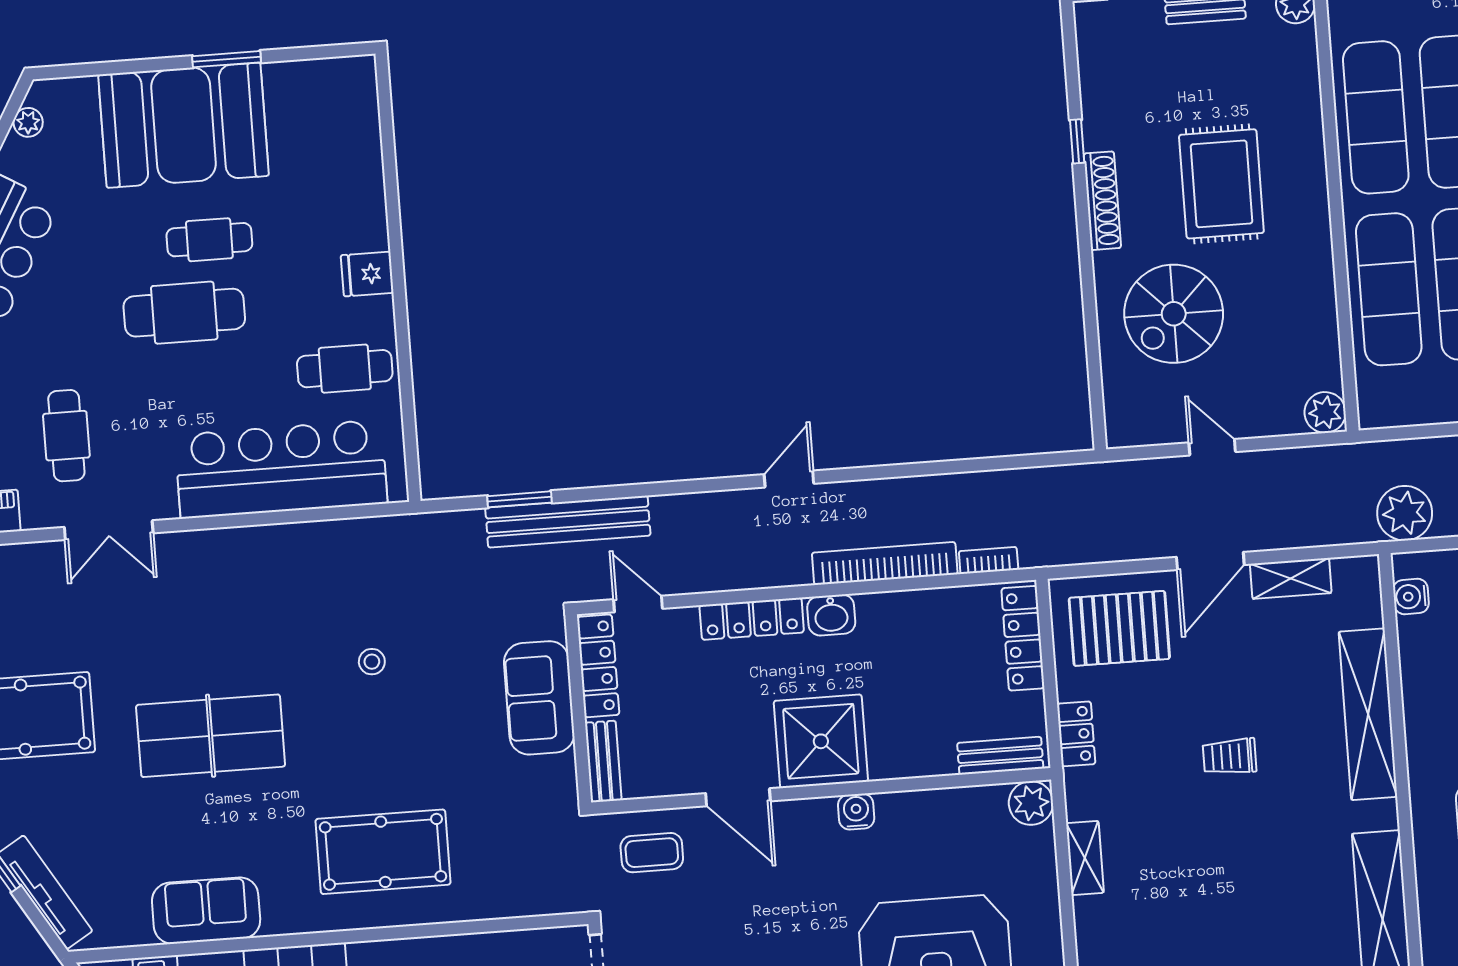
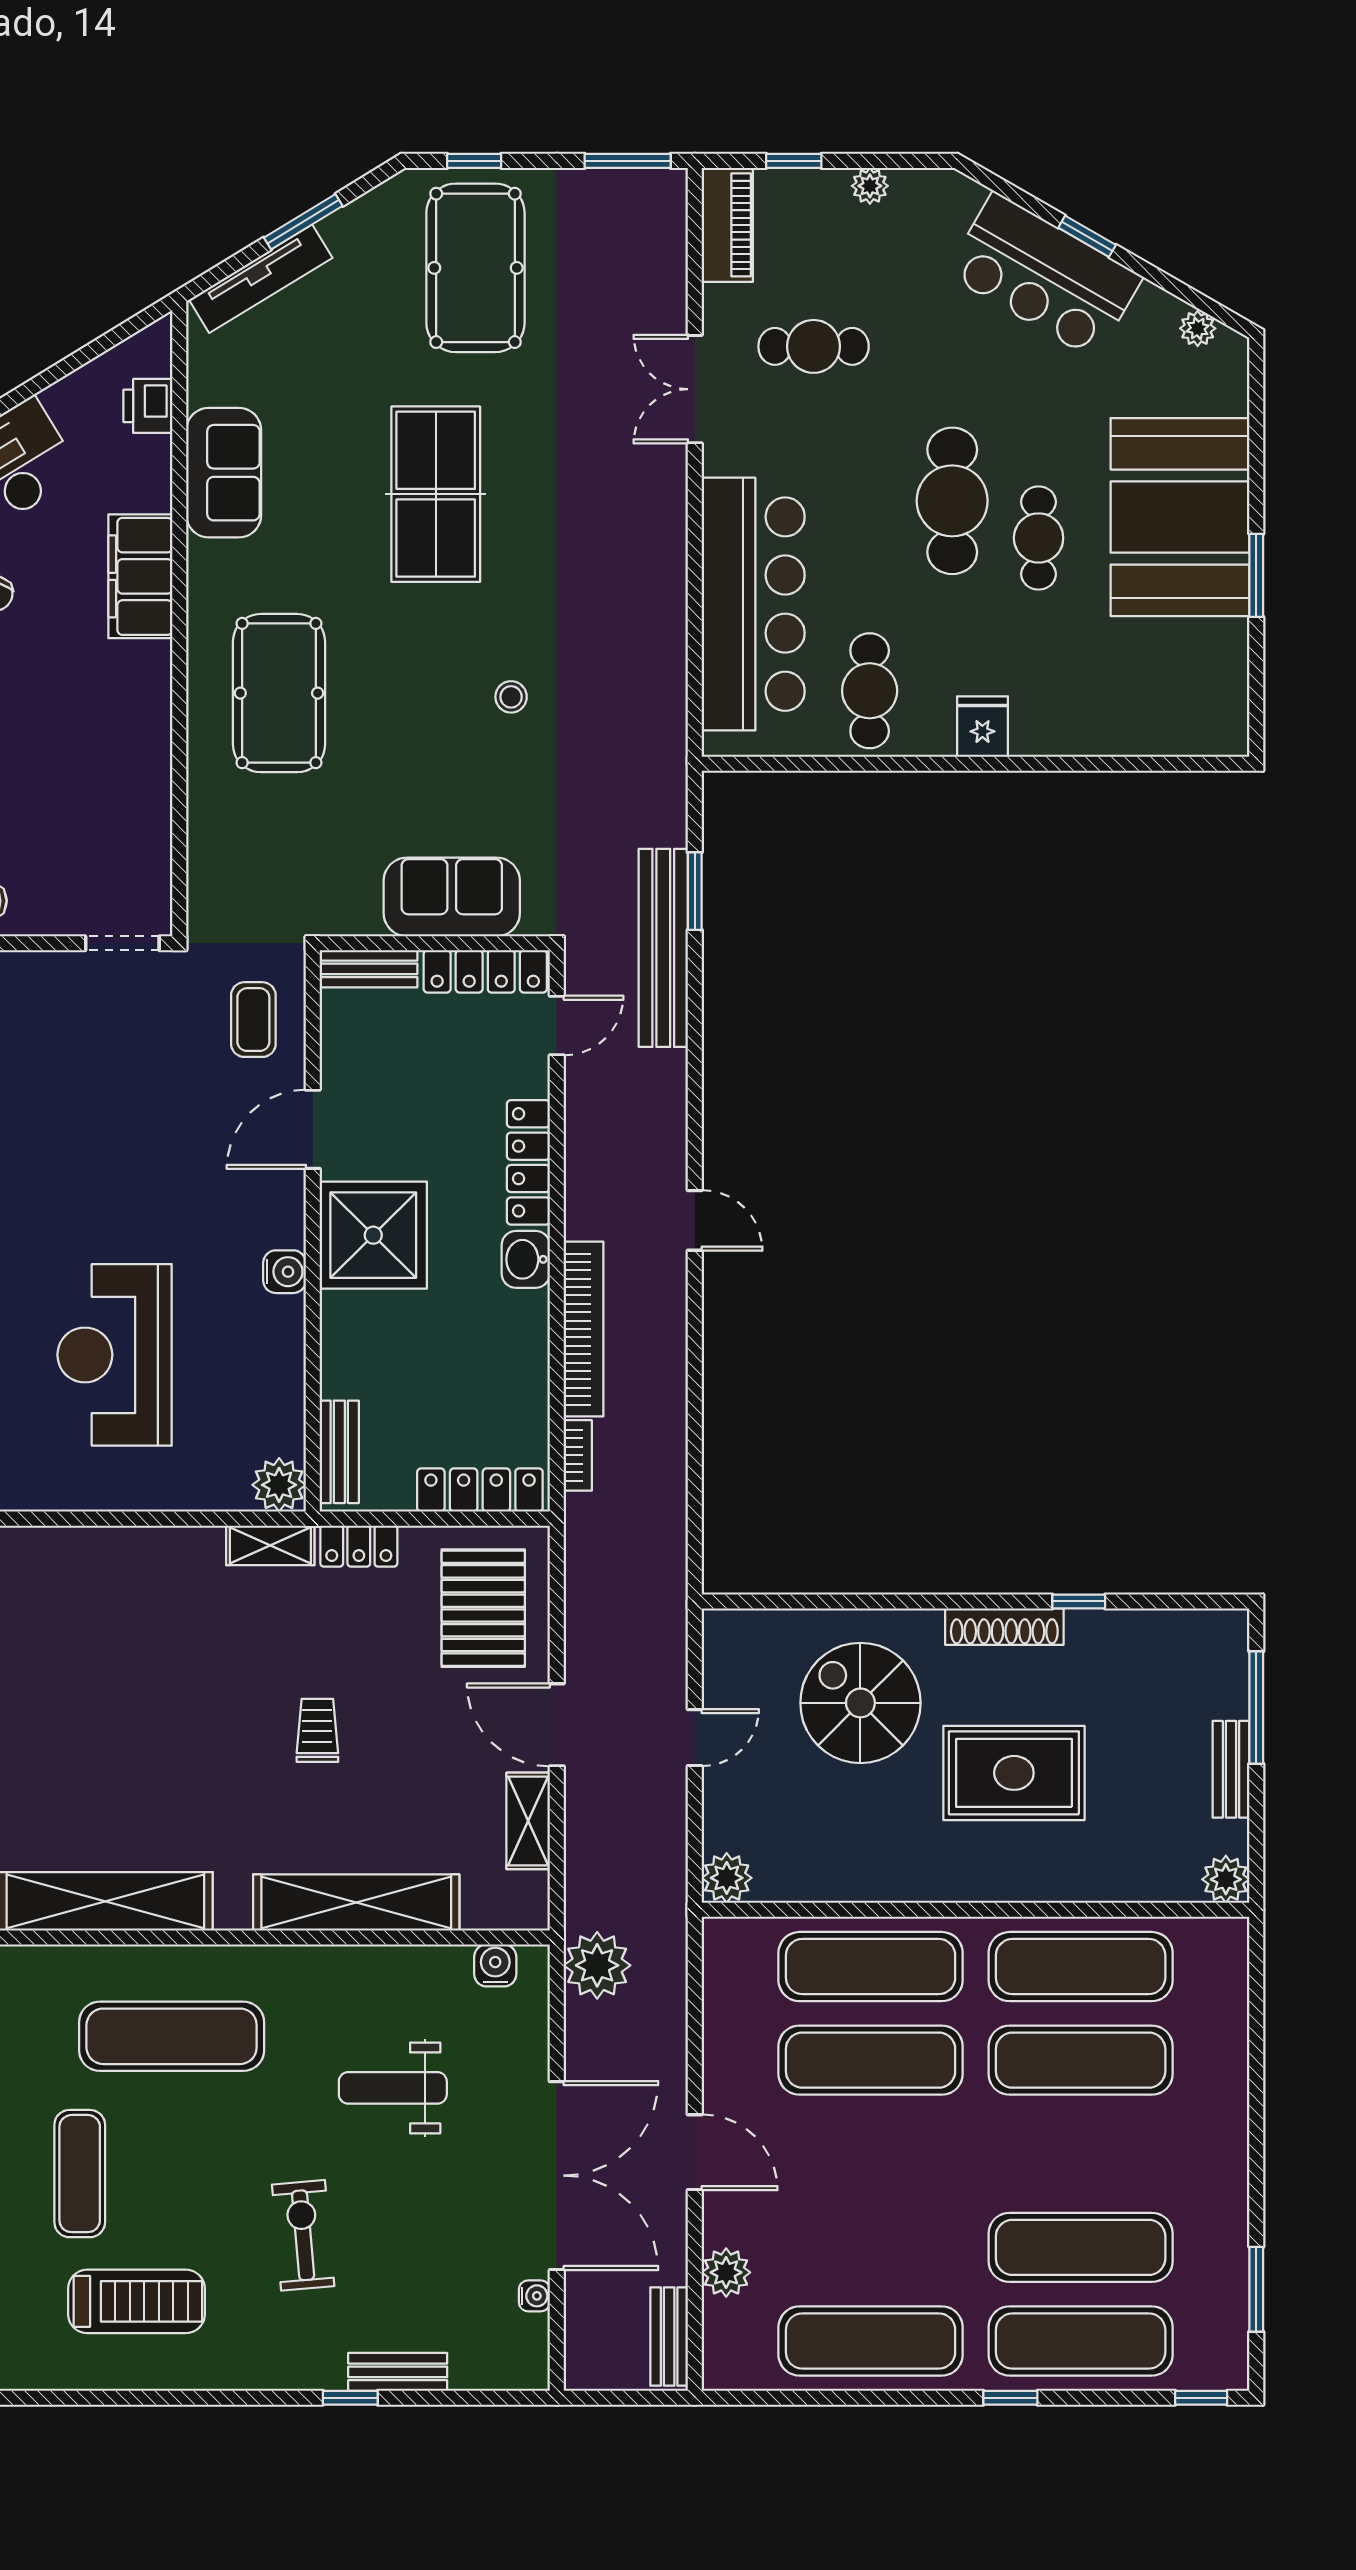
shelving: (1085, 858) -> (270, 1545), moved

